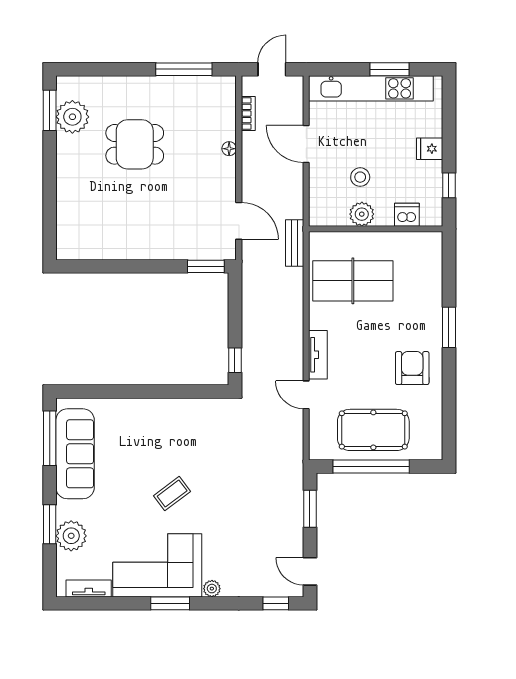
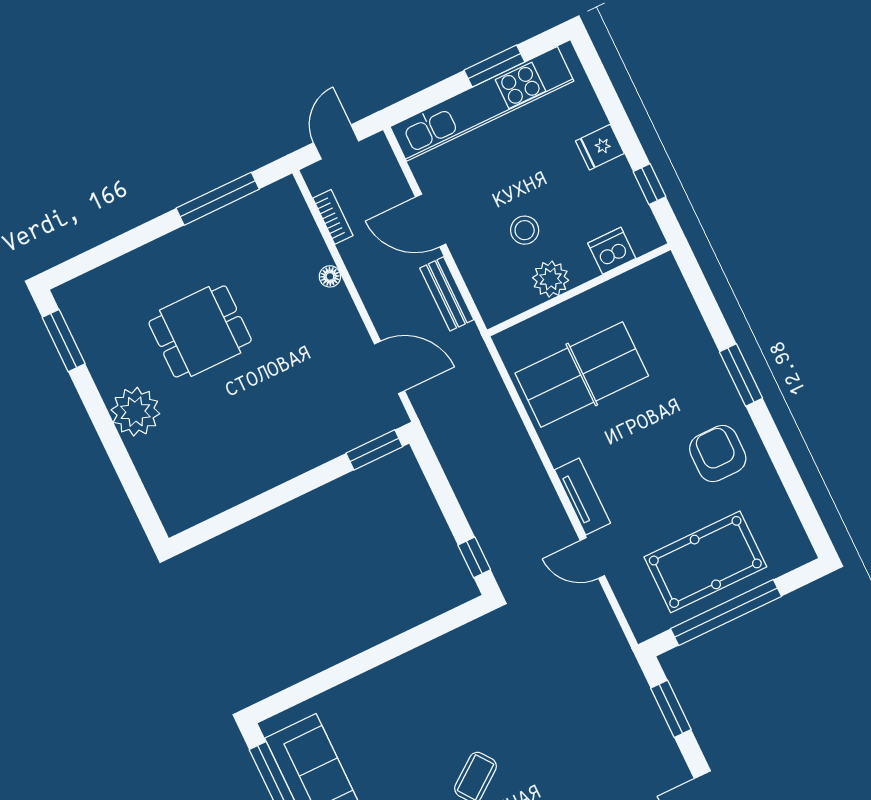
plant: (72, 117) -> (135, 412), moved
bench: (295, 243) -> (447, 294), moved

